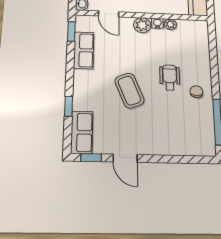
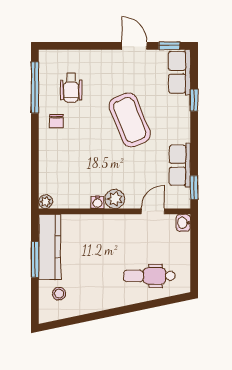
door: (109, 14) -> (153, 211), hinge flipped
plant: (170, 24) -> (46, 202), moved
wheelchair: (170, 77) -> (71, 88), moved
coffee table: (129, 91) -> (130, 120), width x1.36, depth x1.32

